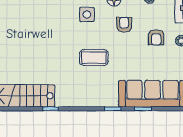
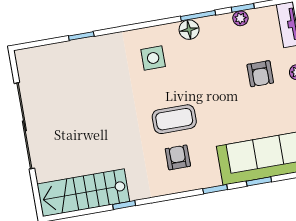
armchair: (124, 25) -> (178, 157), moved

